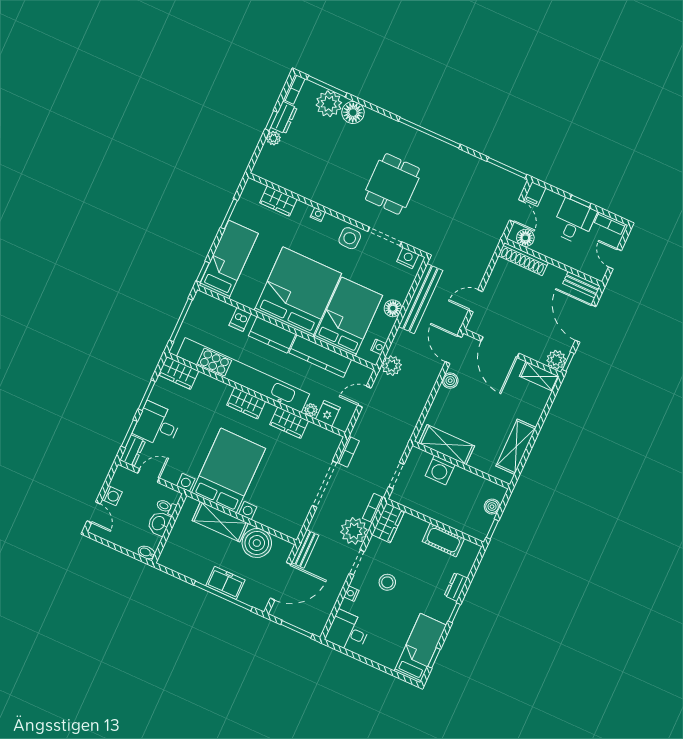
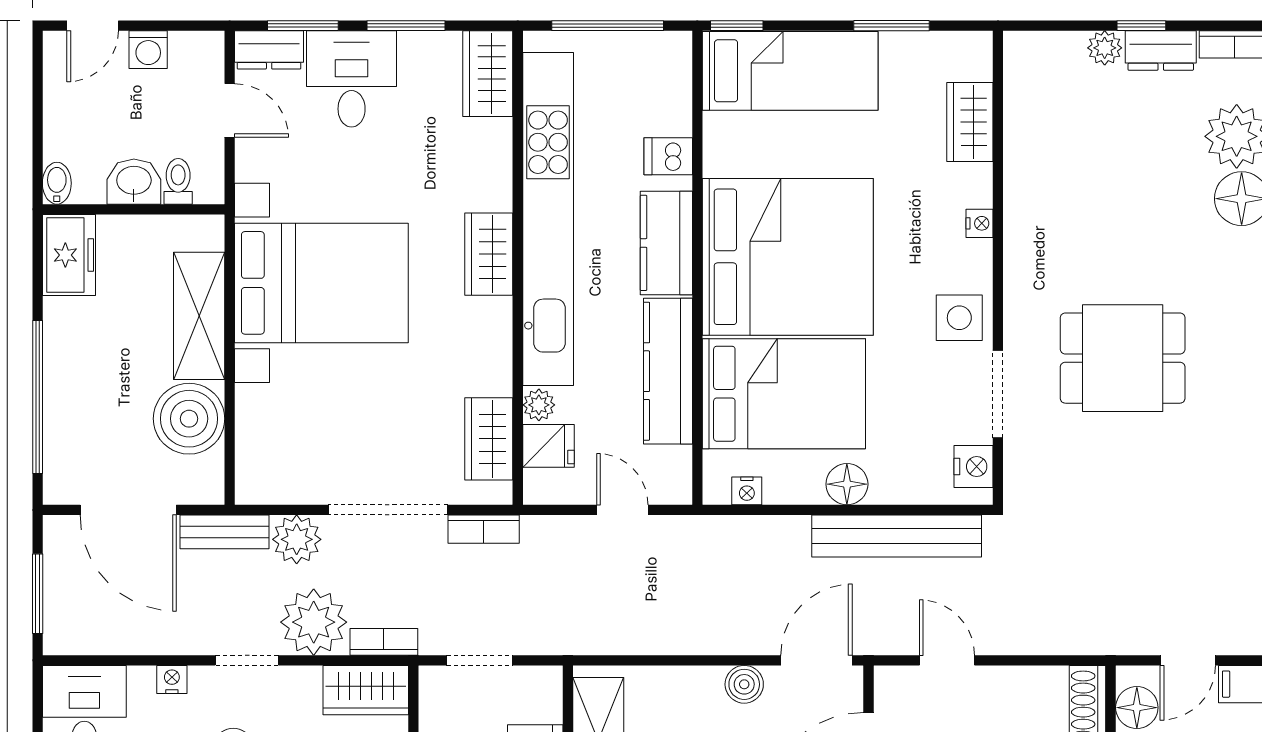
plant: (392, 366) -> (297, 539), moved
wardrobe: (289, 423) -> (489, 439), moved
freezer: (225, 583) -> (69, 255), moved

